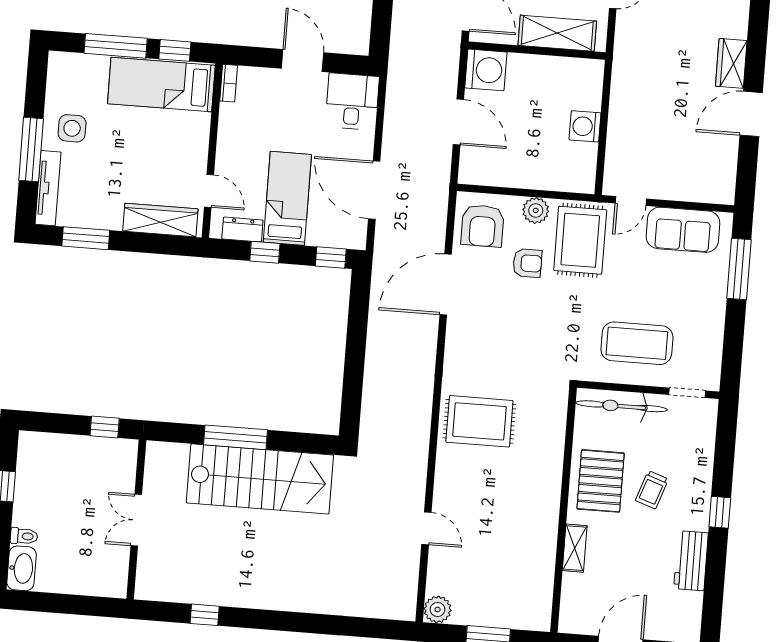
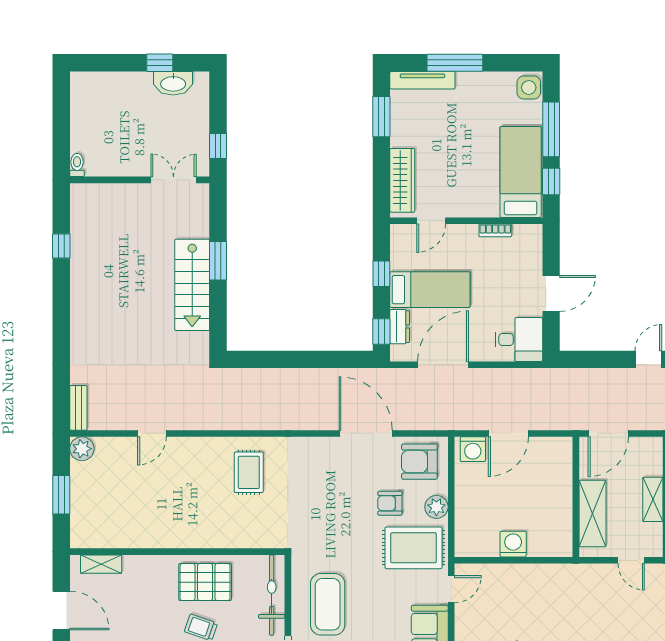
washing machine: (486, 70) -> (473, 449), moved, width x0.73, depth x0.73
bookcase: (229, 83) -> (495, 230), moved
side table: (72, 128) -> (529, 87), moved
door: (631, 201) -> (451, 589), swing flipped
dresser: (242, 230) -> (400, 327), moved
armchair: (527, 263) -> (390, 503), turned 90
rug: (479, 421) -> (249, 472), width x0.73, depth x0.70
window: (236, 437) -> (218, 261), width x0.69
stairs: (260, 479) -> (192, 285), width x0.73, depth x0.66
double door: (136, 520) -> (174, 180), moved
toilet: (24, 536) -> (77, 165), moved, turned 180
shelving: (575, 548) -> (101, 564), moved
washbasin: (22, 568) -> (173, 83), moved
bench: (391, 610) -> (78, 408), added

